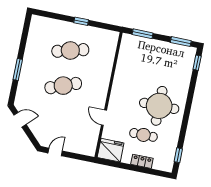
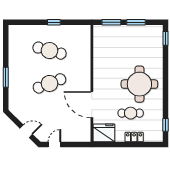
window: (181, 42) -> (136, 22), moved
cafe table: (70, 50) -> (50, 51), turned 30
door: (104, 118) -> (92, 105), width x1.88
door: (20, 120) -> (26, 131), moved

